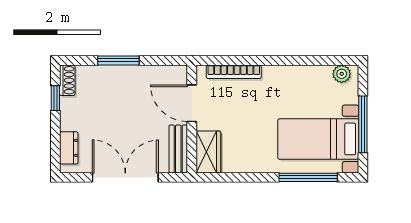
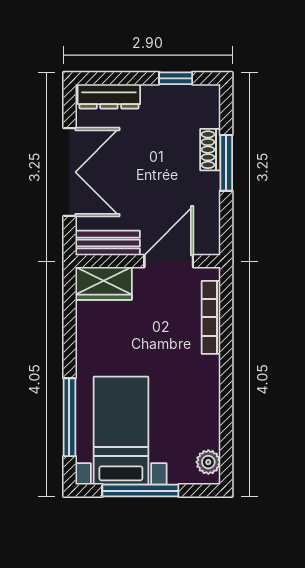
shoe rack: (67, 80) -> (210, 150), moved, turned 90
dresser: (69, 148) -> (109, 96), width x1.44

